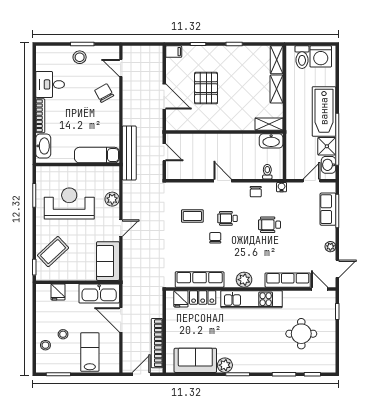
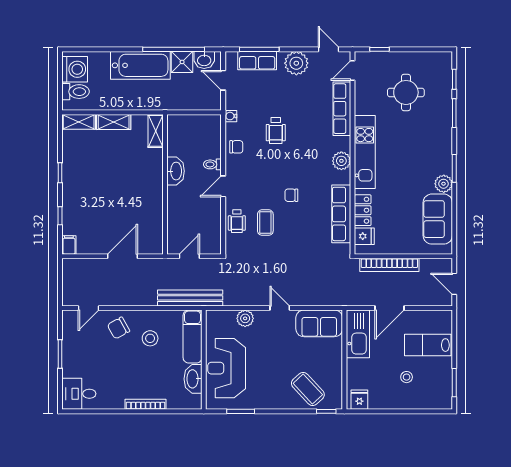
stool: (80, 57) -> (150, 338), moved
desk: (50, 84) -> (79, 394), moved, turned 90
pallet: (206, 88) -> (113, 206), removed
washbasin: (271, 141) -> (176, 171), moved
washbasin: (43, 146) -> (193, 379), moved, turned -90
toilet: (267, 172) -> (212, 164), moved
reception desk: (69, 203) -> (227, 368), moved
wheelchair: (227, 218) -> (237, 221), moved
plant: (330, 247) -> (296, 63), width x1.88, depth x1.88
fridge: (58, 292) -> (359, 400), moved, turned -90
bookcase: (157, 343) -> (389, 265), moved
stool: (45, 345) -> (420, 398), removed

